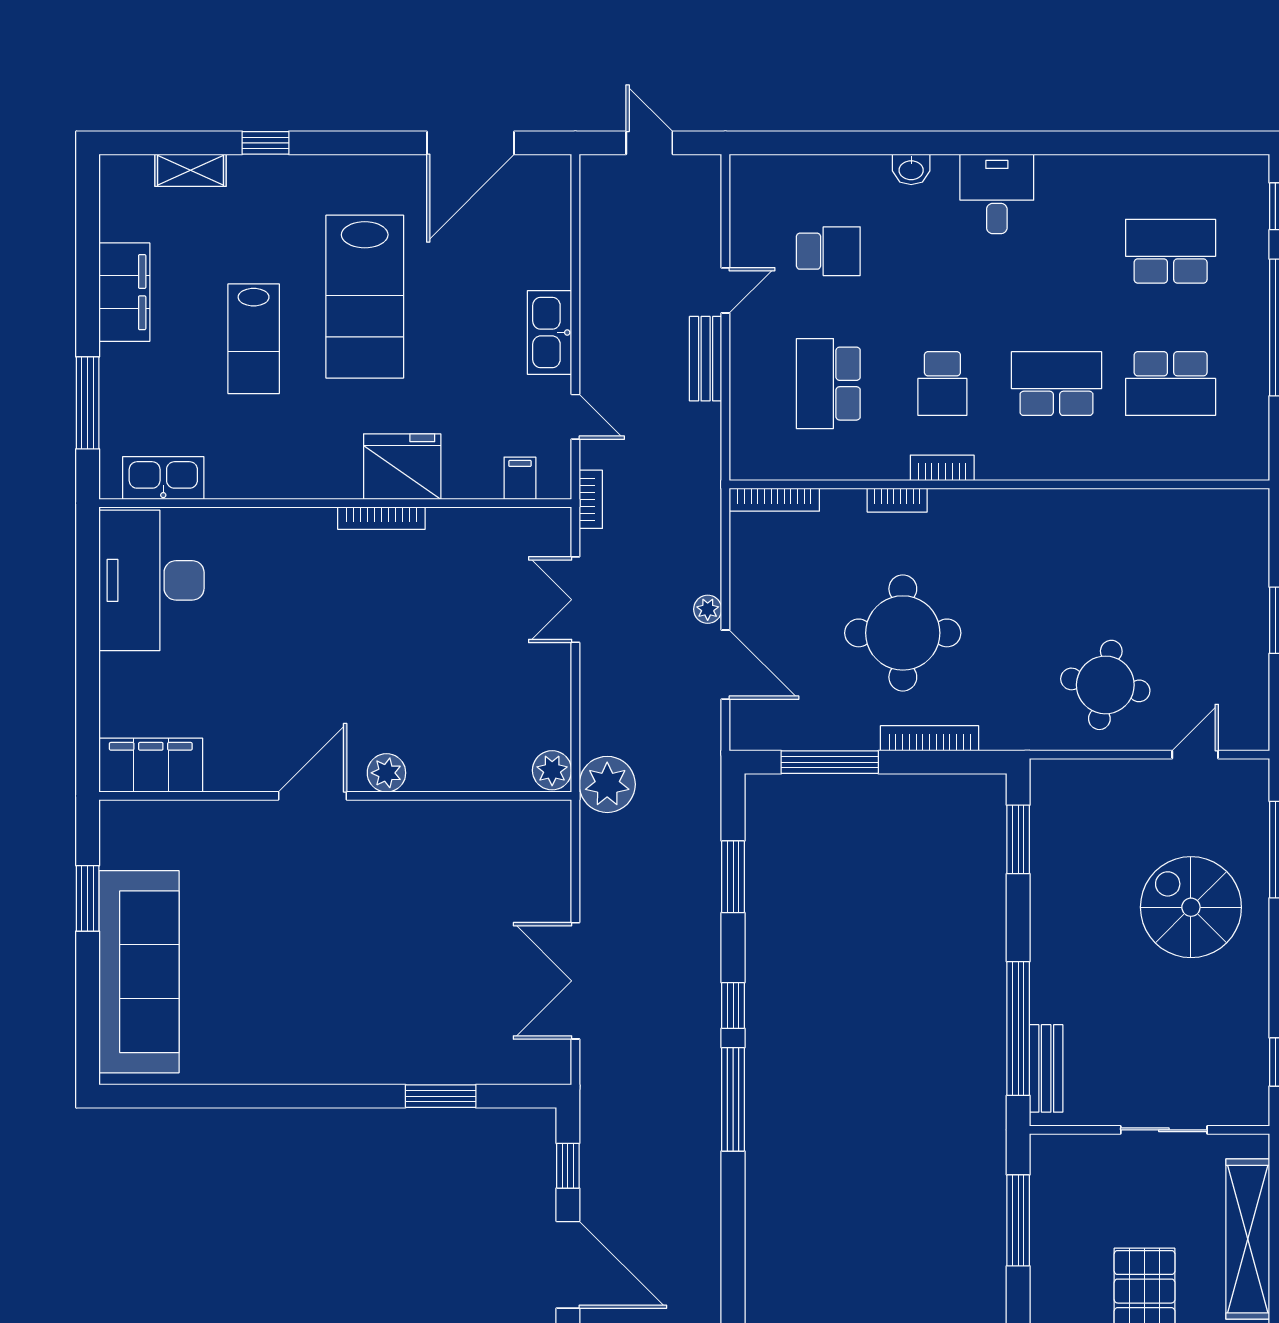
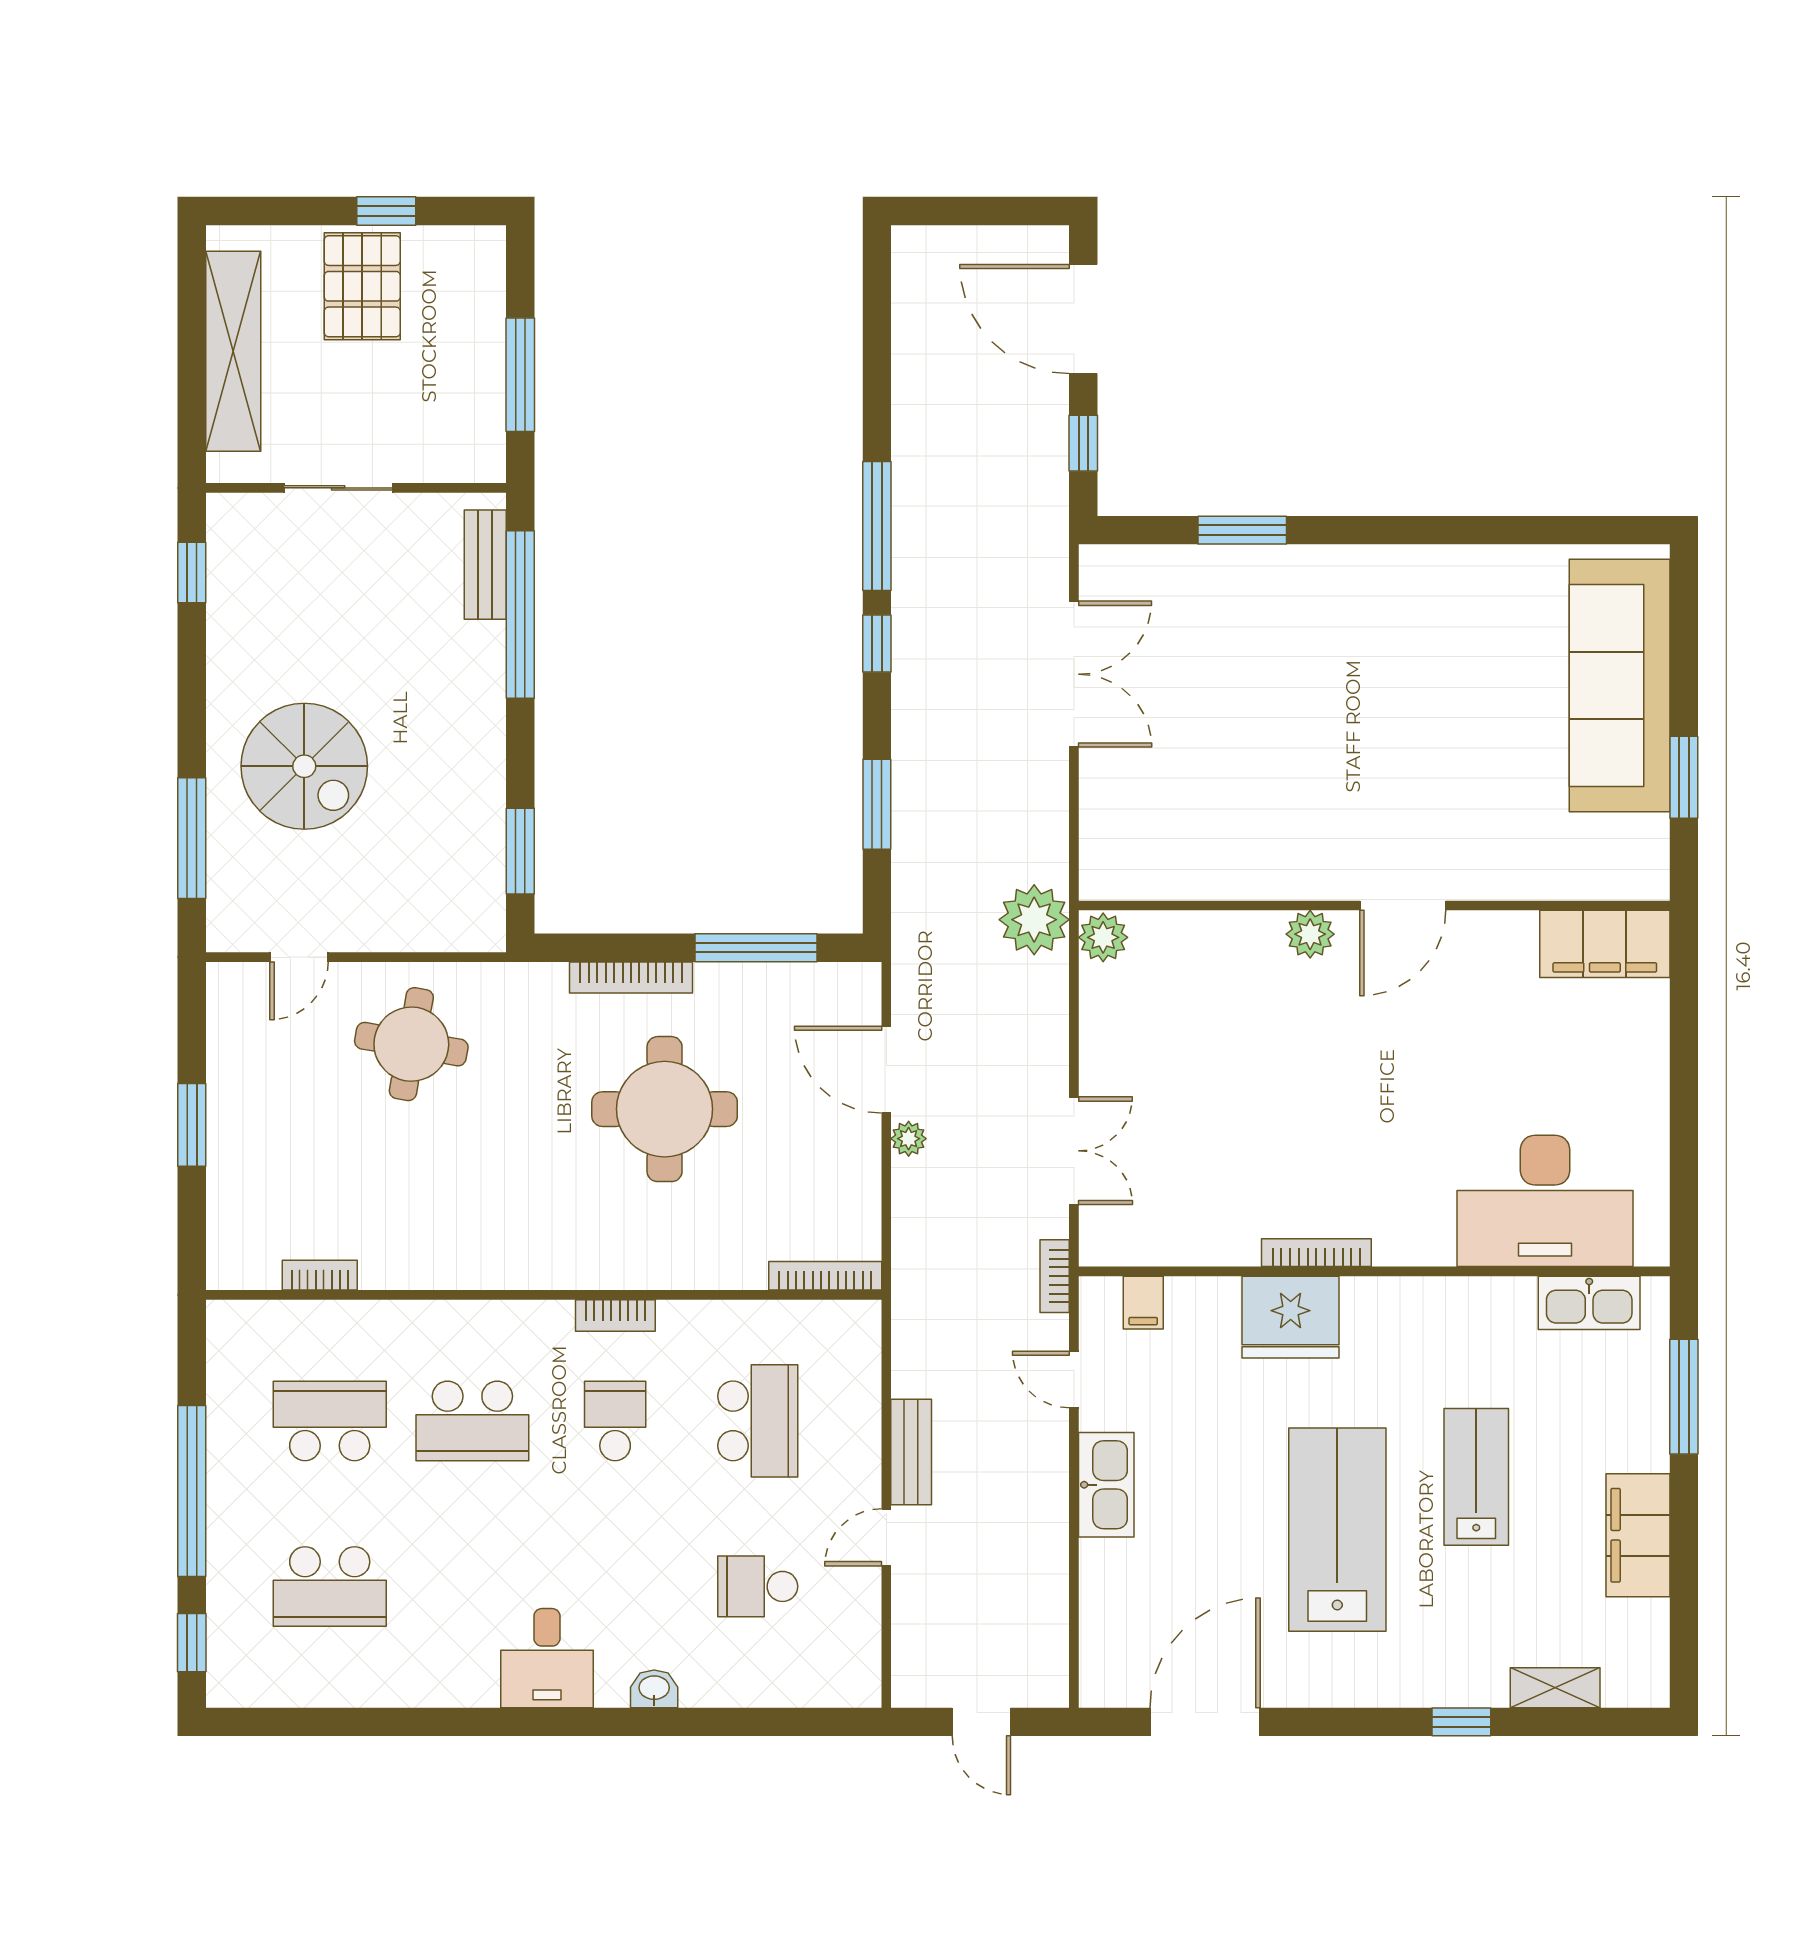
bookcase: (897, 500) -> (320, 1275), moved
desk: (151, 580) -> (1545, 1201), moved, turned 90

